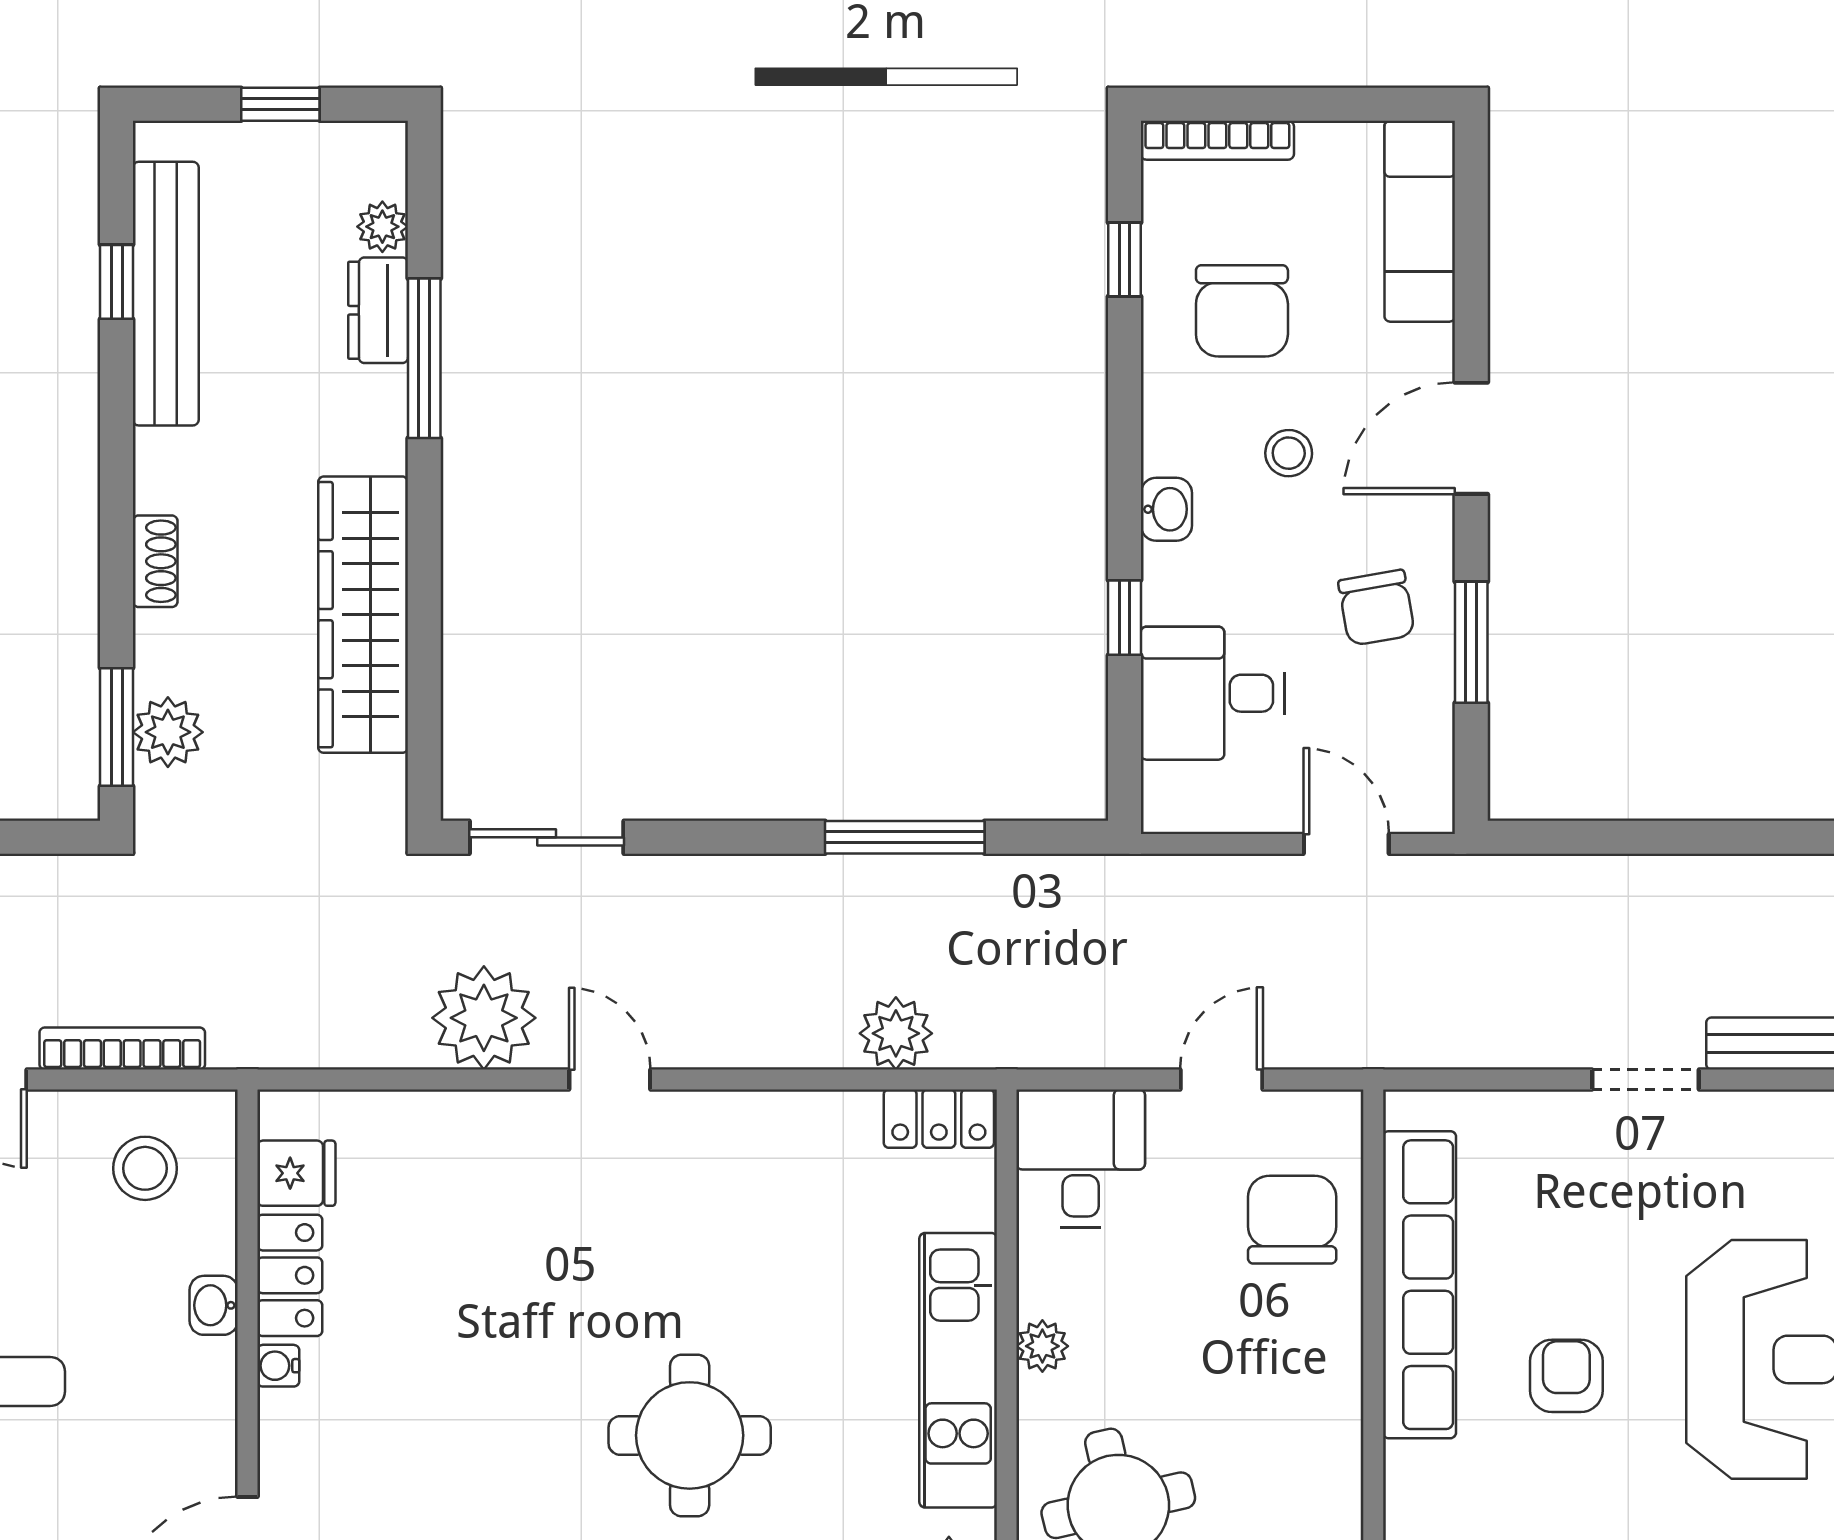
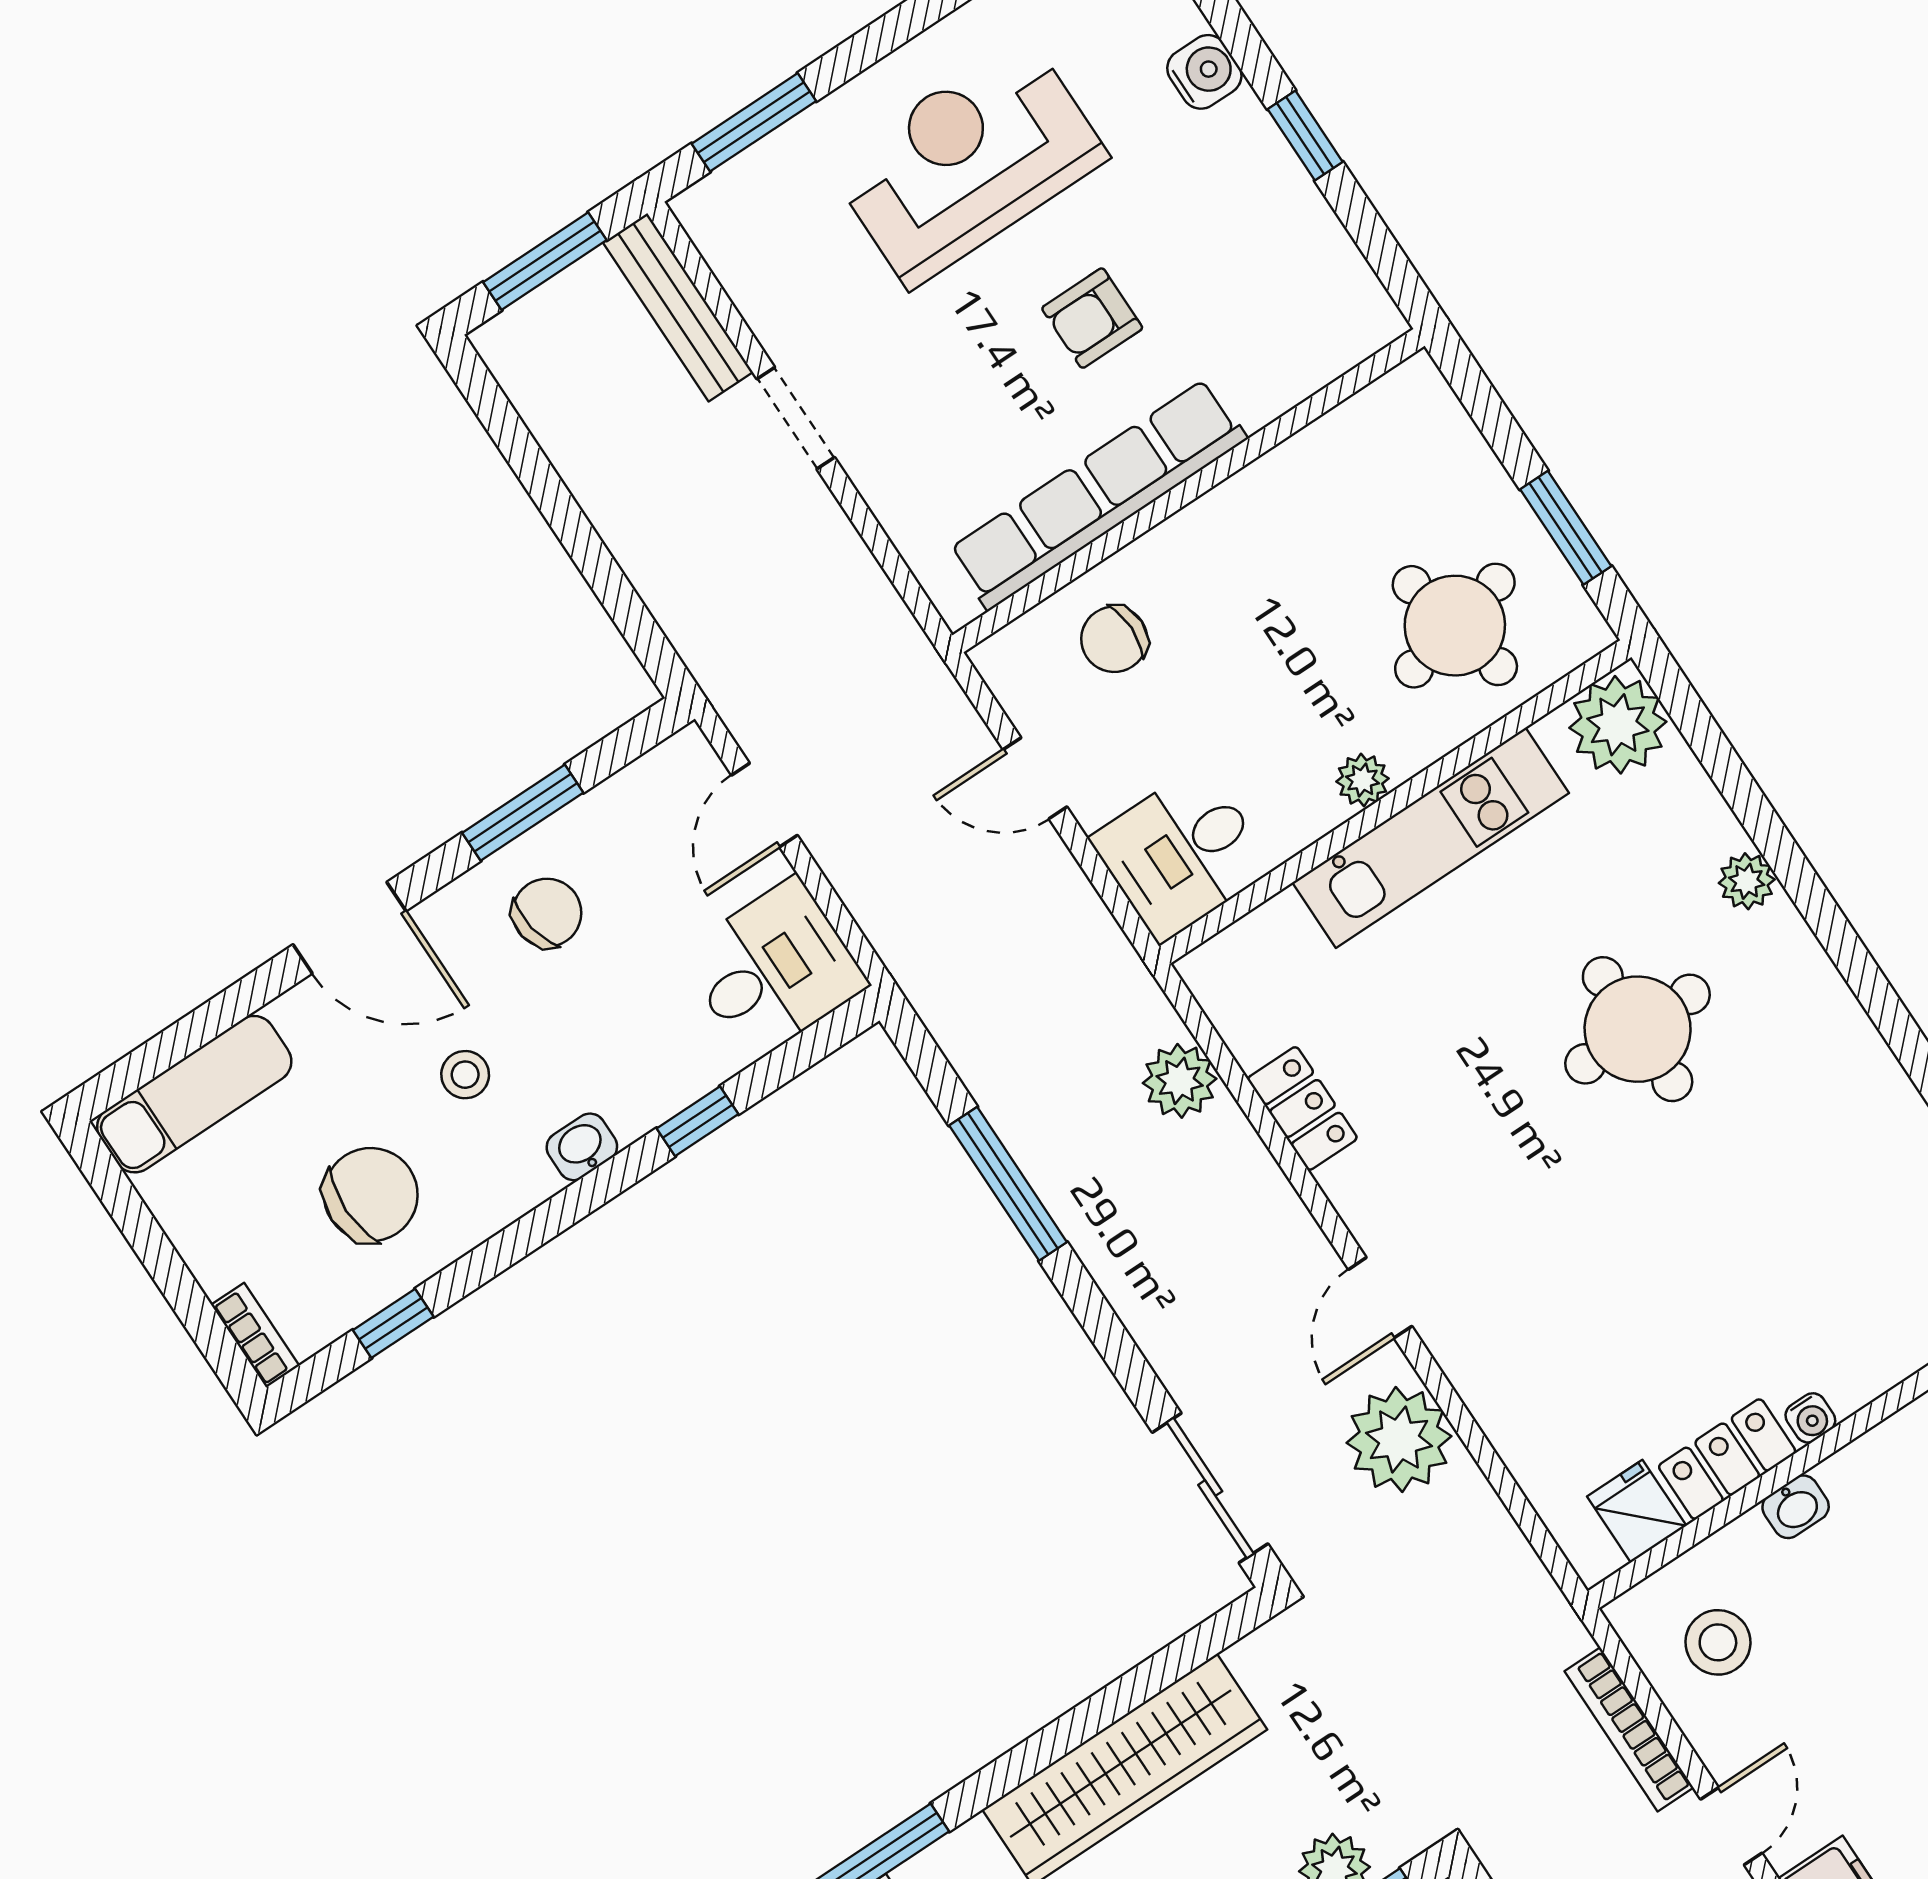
bookcase: (1217, 140) -> (255, 1335), width x0.64
desk: (1213, 693) -> (774, 969), moved, turned -90
locker: (939, 1119) -> (1302, 1108), moved
chair: (1292, 1220) -> (1114, 639), width x0.73, depth x0.73

